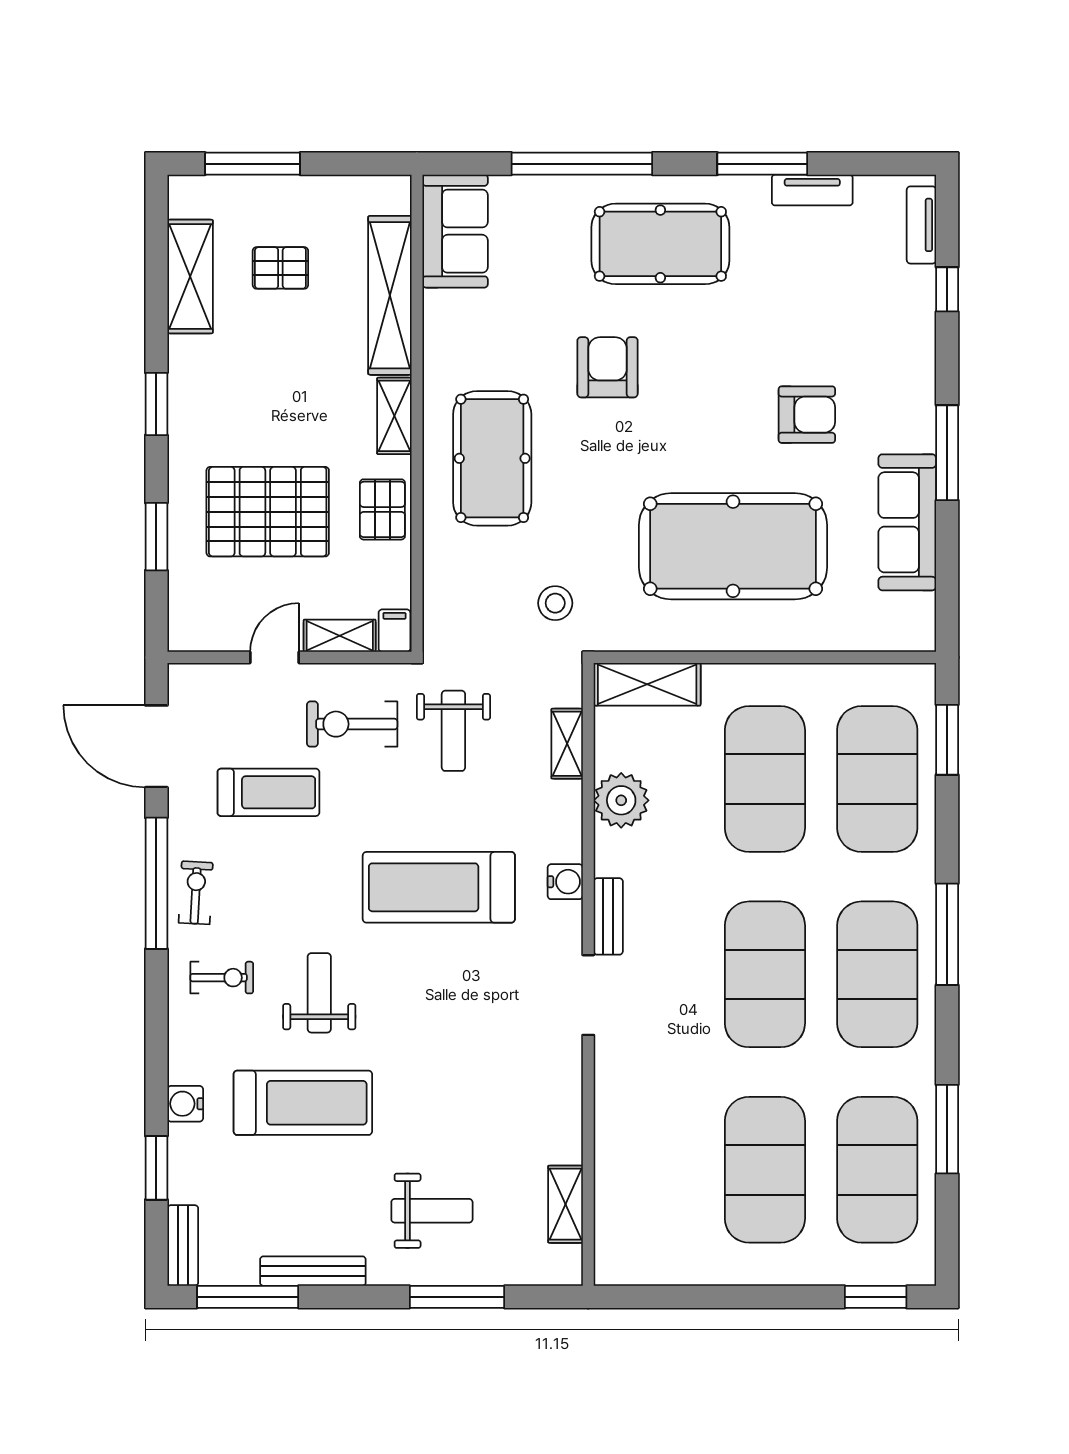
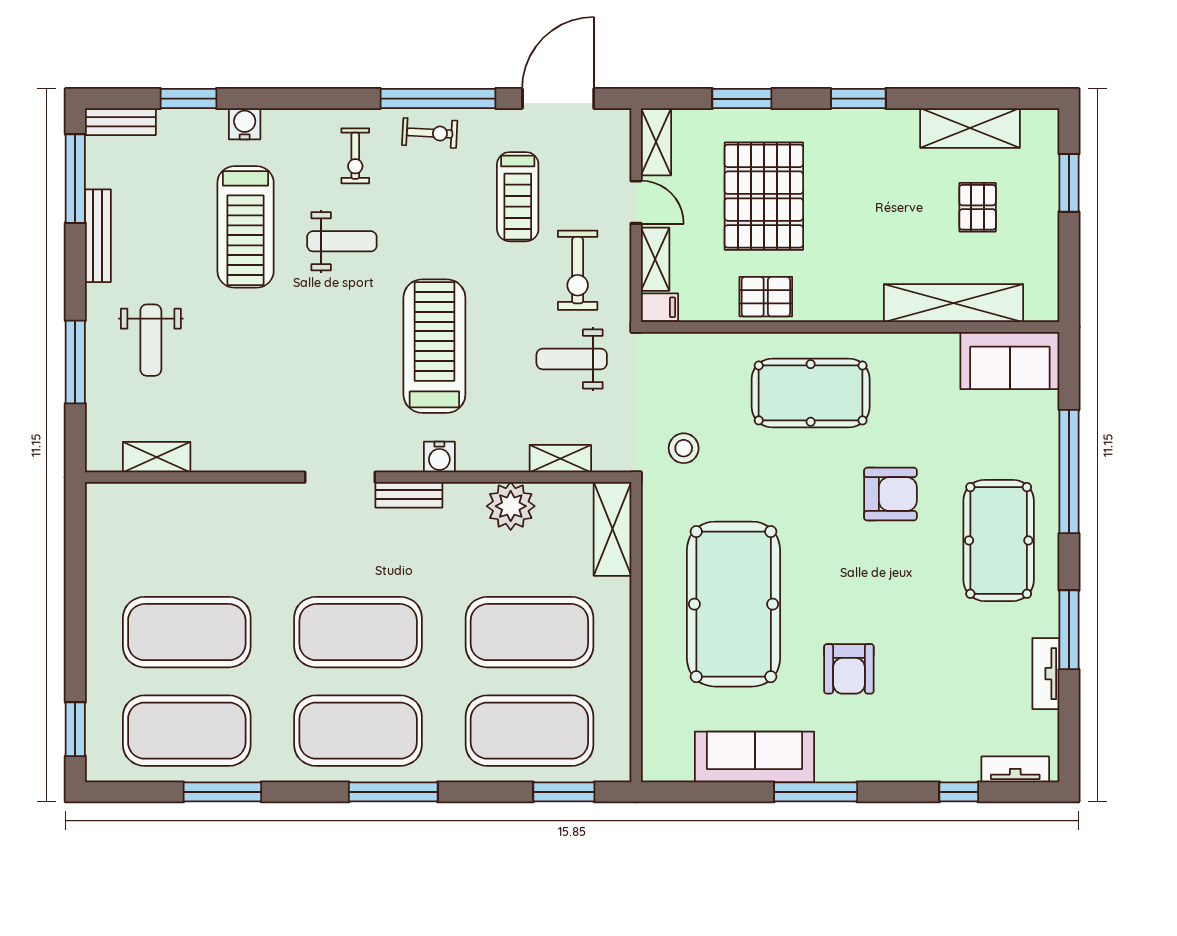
window: (253, 164) -> (1069, 183), width x0.69
shelving: (394, 416) -> (656, 142), moved, turned 90
exercise bike: (352, 724) -> (578, 270), turned 180

